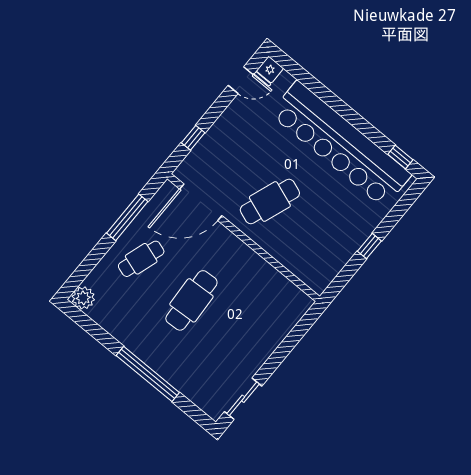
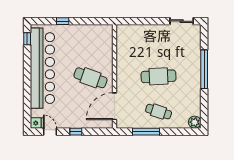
window: (193, 138) -> (76, 132), moved
door: (201, 202) -> (115, 106), swing flipped
window: (369, 246) -> (63, 21), moved

